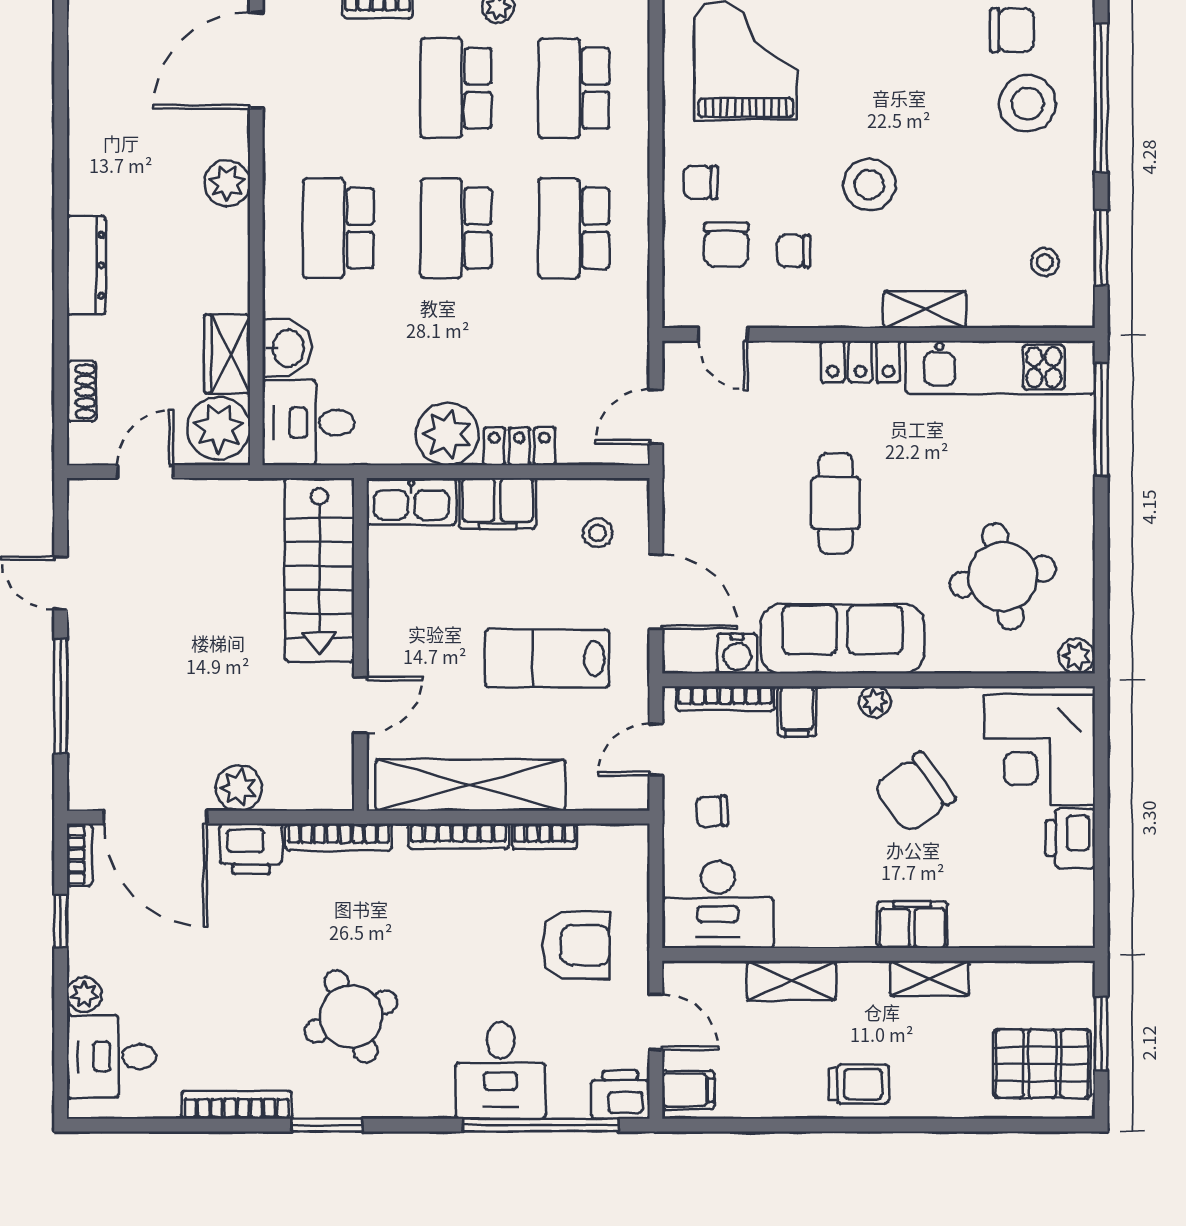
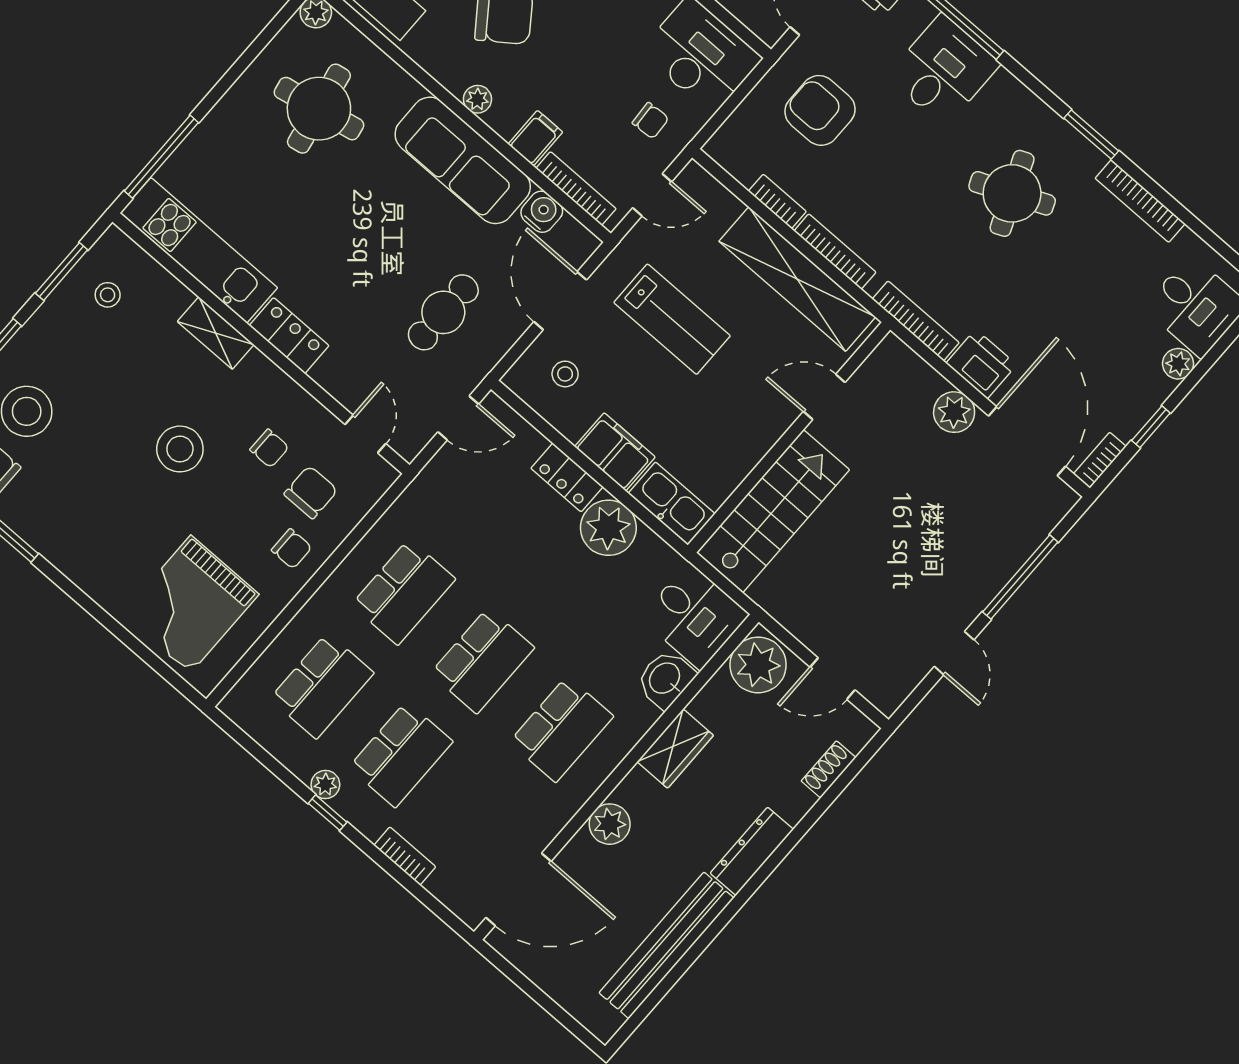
bench: (89, 122) -> (666, 945), added
wardrobe: (227, 354) -> (675, 749), moved
cafe table: (836, 503) -> (443, 312), moved

